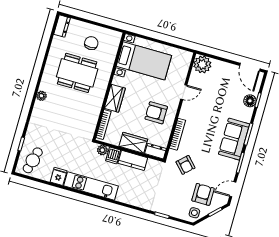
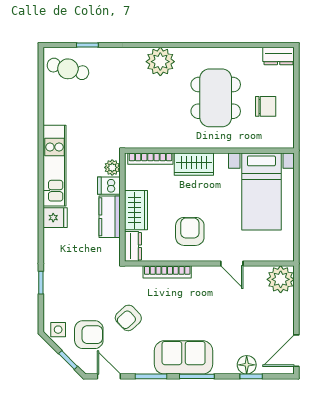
plant: (41, 96) -> (160, 62), width x1.87, depth x1.87
armchair: (186, 165) -> (128, 318), moved
fridge: (58, 176) -> (55, 218), moved

